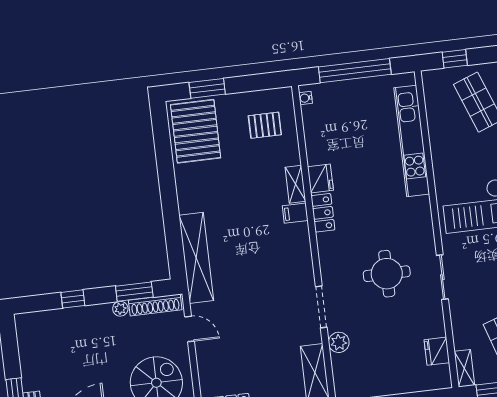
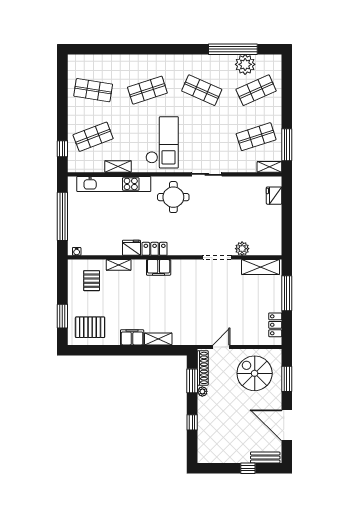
pallet: (196, 131) -> (90, 327), width x0.73, depth x0.71
shelving: (438, 144) -> (118, 167), added
shelving: (295, 184) -> (119, 265), moved
filing cabinet: (188, 195) -> (132, 337), added
filing cabinet: (295, 213) -> (159, 267), width x2.00
shelving: (196, 258) -> (158, 339), width x0.45, depth x0.75
round table: (387, 274) -> (173, 197), moved
fridge: (437, 351) -> (274, 196), moved, turned 90

